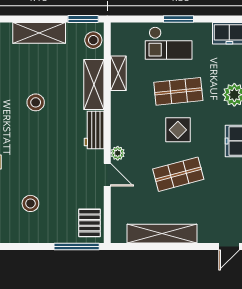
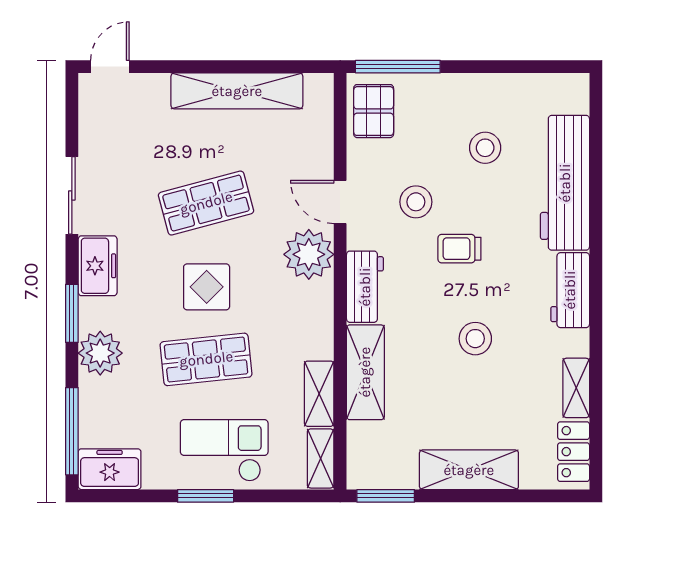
shelving: (118, 39) -> (321, 458), added
stool: (93, 40) -> (416, 202), moved
trolley: (44, 150) -> (459, 249), added
plant: (118, 153) -> (309, 254), width x1.88, depth x1.88

